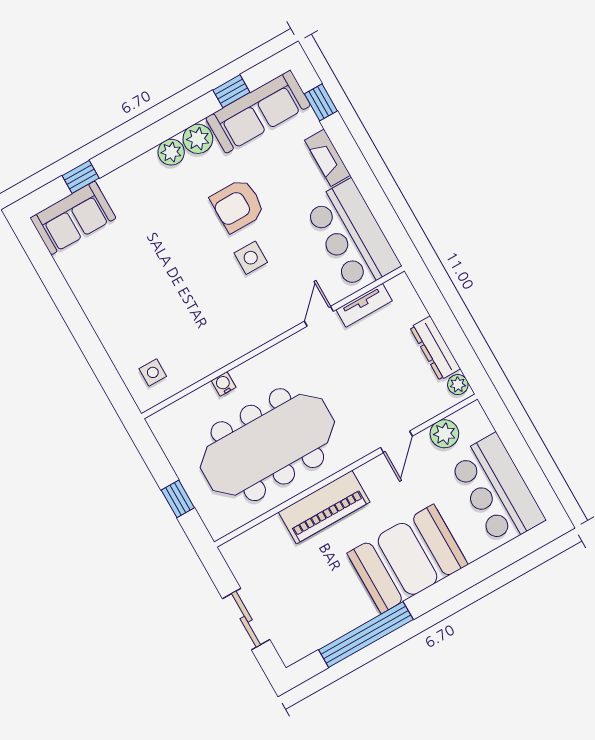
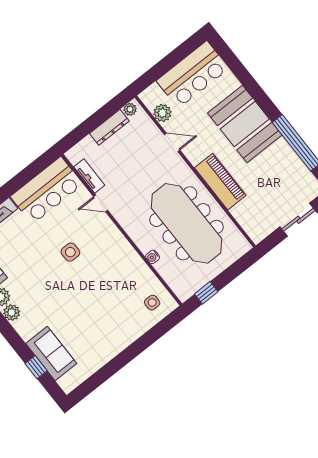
armchair: (238, 206) -> (39, 265), removed
sofa: (73, 218) -> (51, 353), moved
window: (178, 499) -> (206, 293), moved

